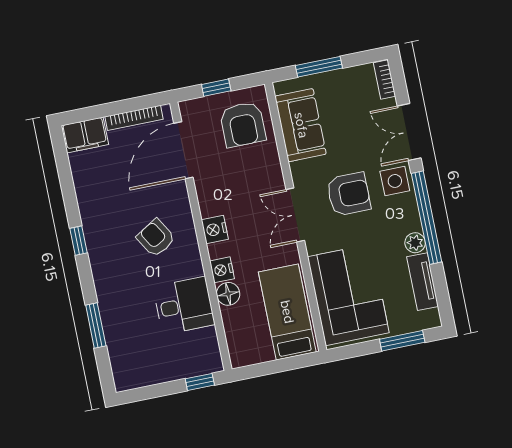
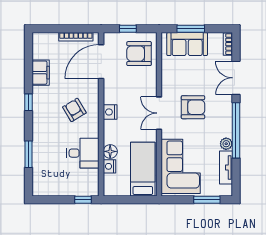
armchair: (243, 124) -> (139, 54), turned 90
sofa: (301, 125) -> (187, 44), moved, turned 90
filing cabinet: (85, 135) -> (41, 73), moved, turned -90
side table: (395, 181) -> (222, 105), removed
nightstand: (222, 270) -> (109, 166), moved

